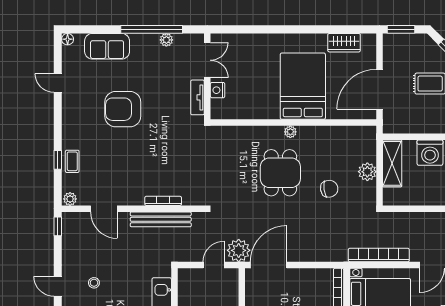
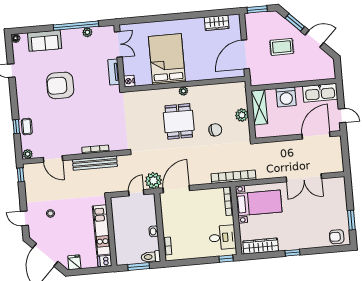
bed: (303, 86) -> (167, 59), moved
nightstand: (218, 90) -> (129, 81), moved
bookcase: (379, 255) -> (233, 177), moved

